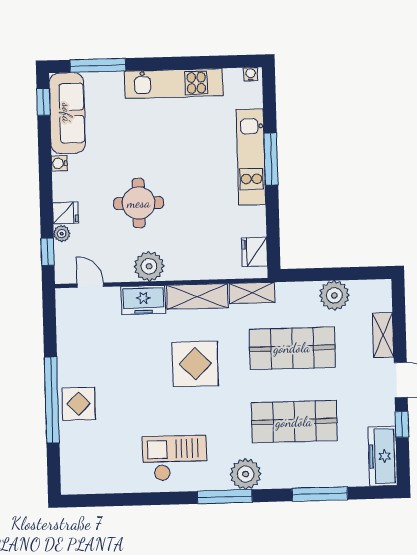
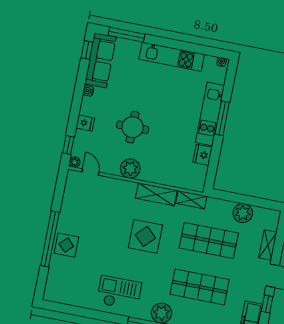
plant: (62, 234) -> (75, 162), moved
fridge: (255, 252) -> (203, 155), moved
freezer: (143, 300) -> (122, 189), removed

